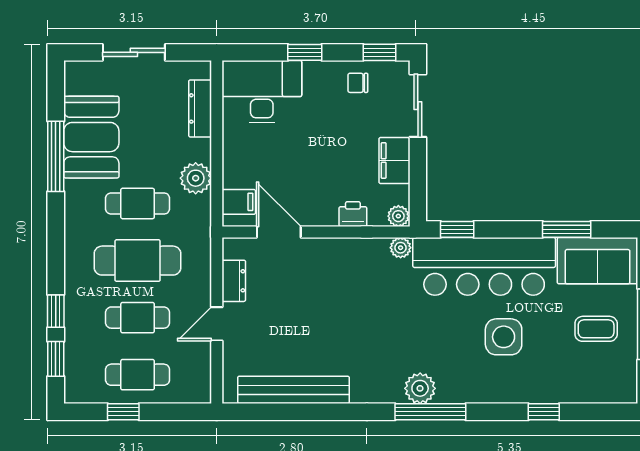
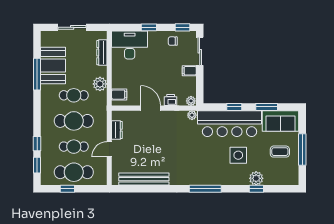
filing cabinet: (394, 161) -> (189, 71), width x0.50
window: (457, 229) -> (234, 107), moved
door: (279, 232) -> (151, 108), moved
cafe table: (138, 375) -> (74, 172), width x1.37, depth x1.35
plant: (420, 388) -> (256, 178), moved

